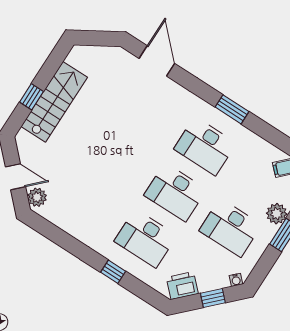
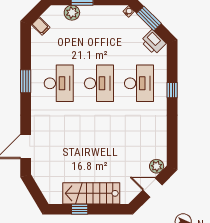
window: (31, 97) -> (80, 209), moved
door: (16, 177) -> (152, 187), hinge flipped
desk: (230, 228) -> (99, 35), removed
window: (213, 298) -> (149, 18), width x1.50

